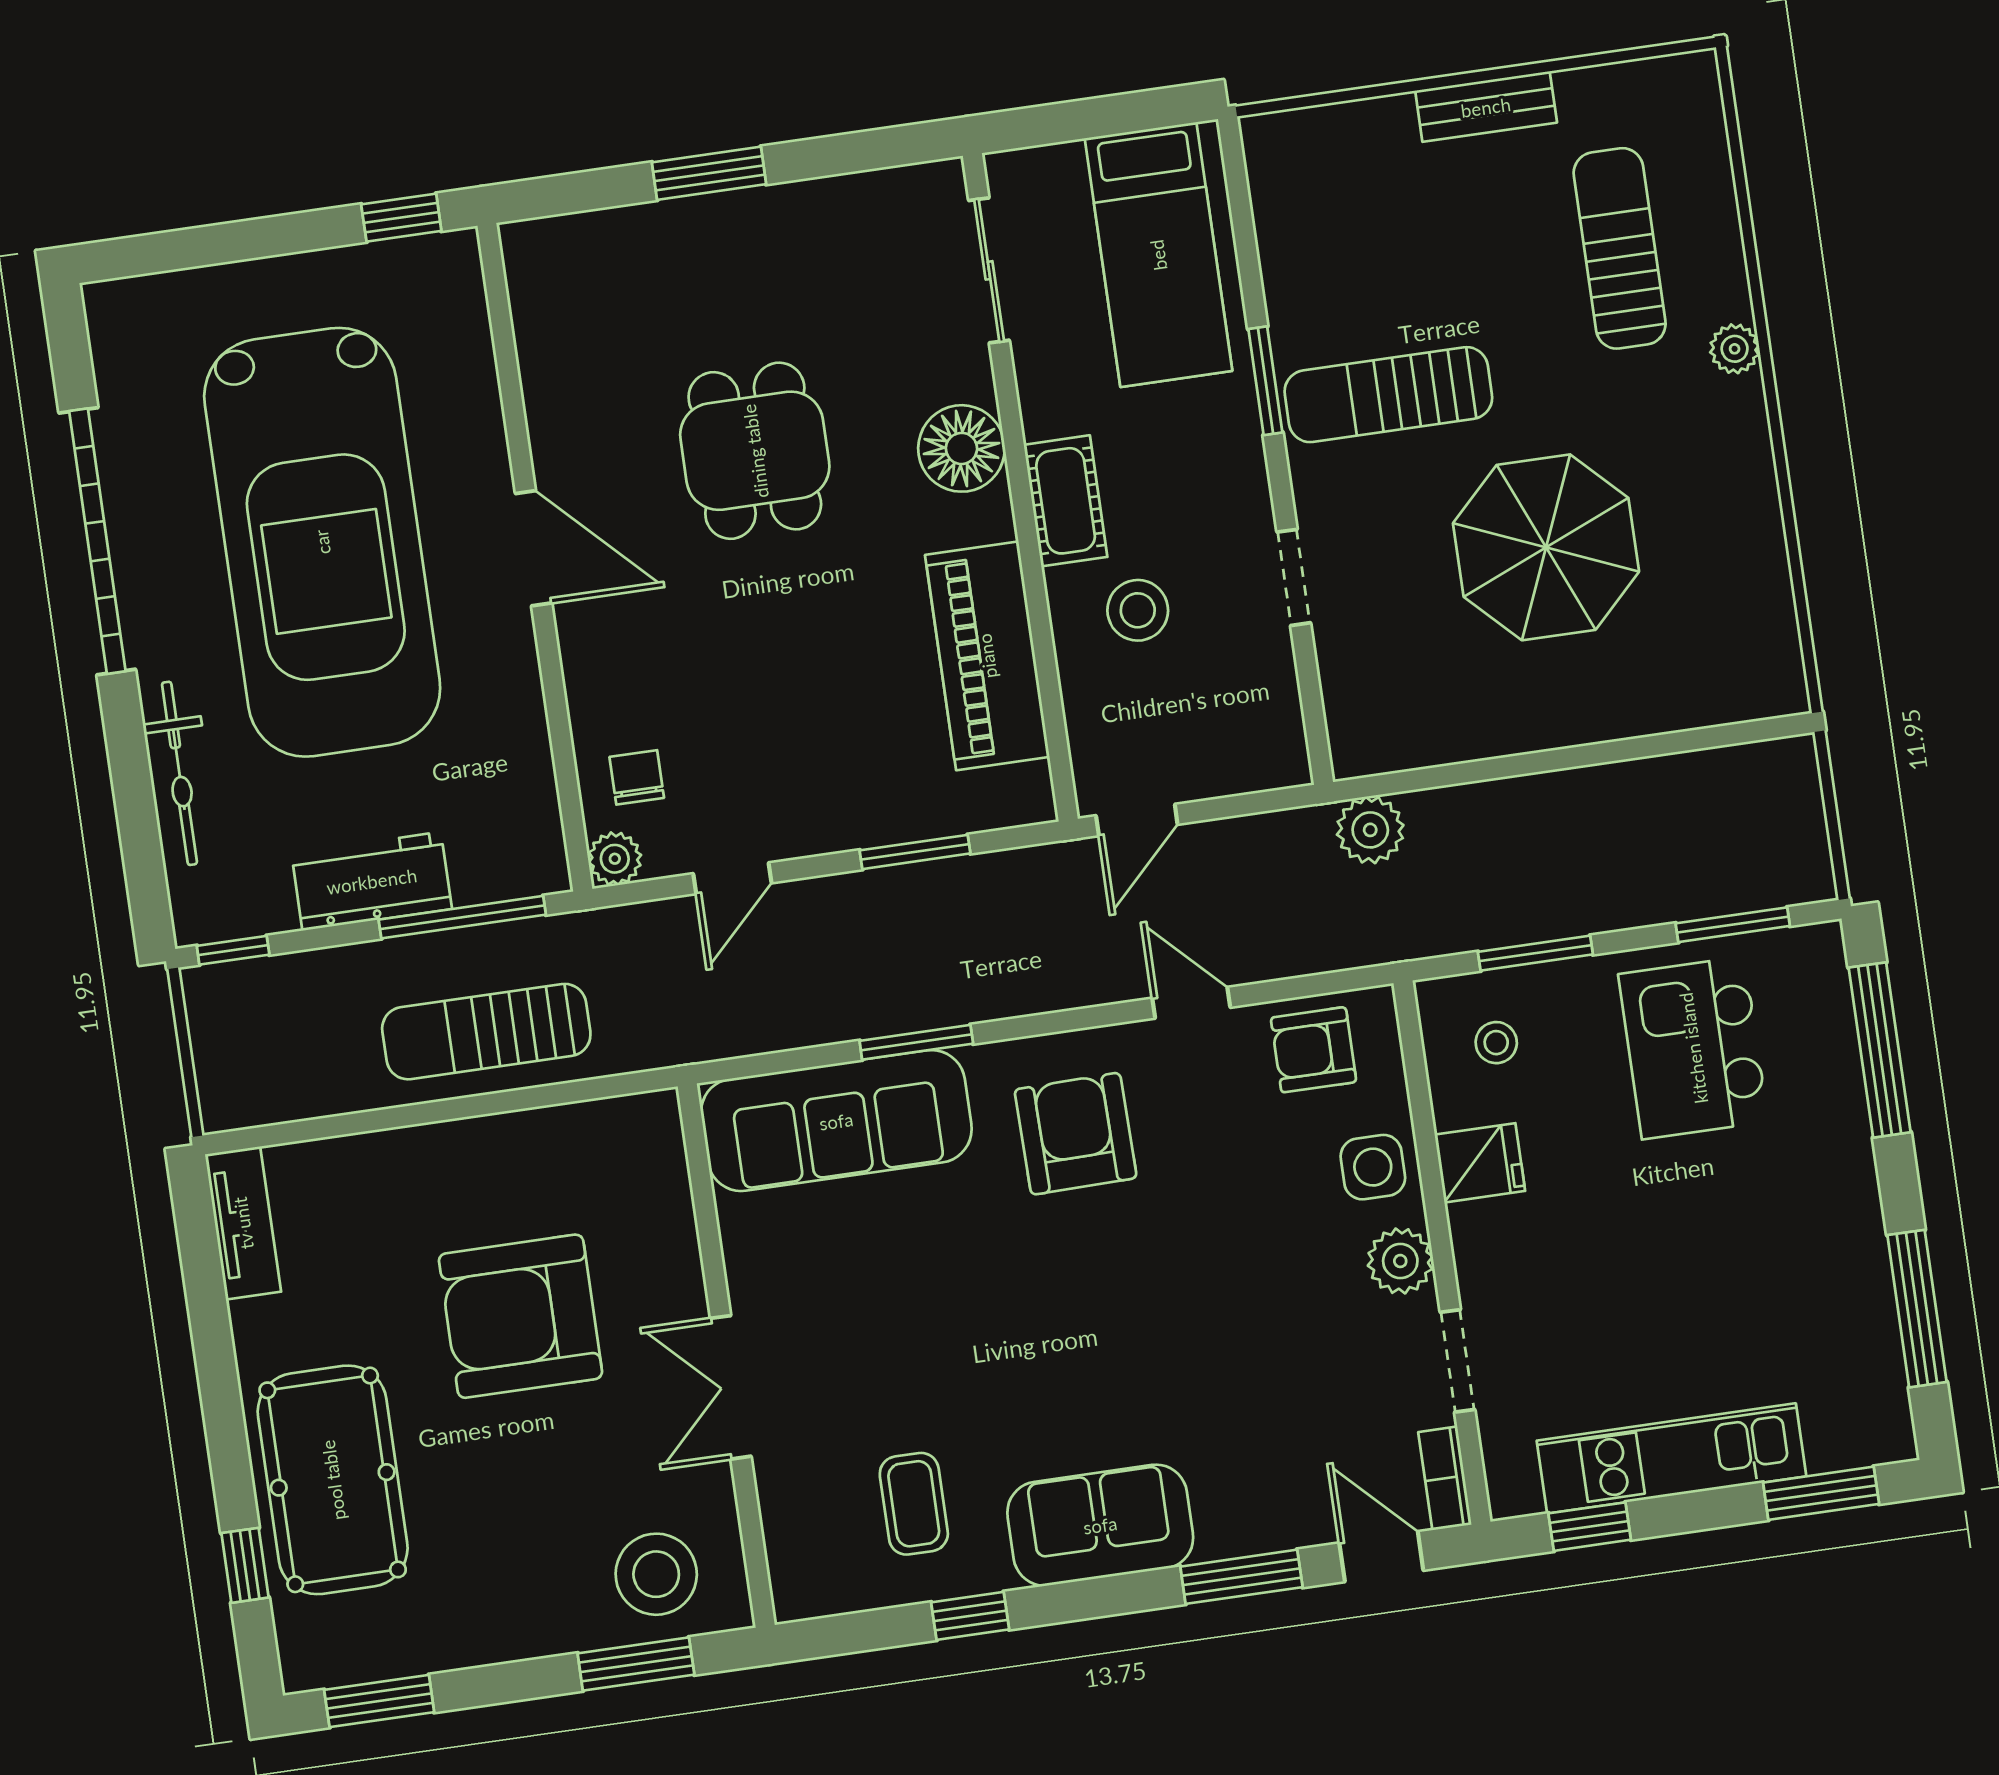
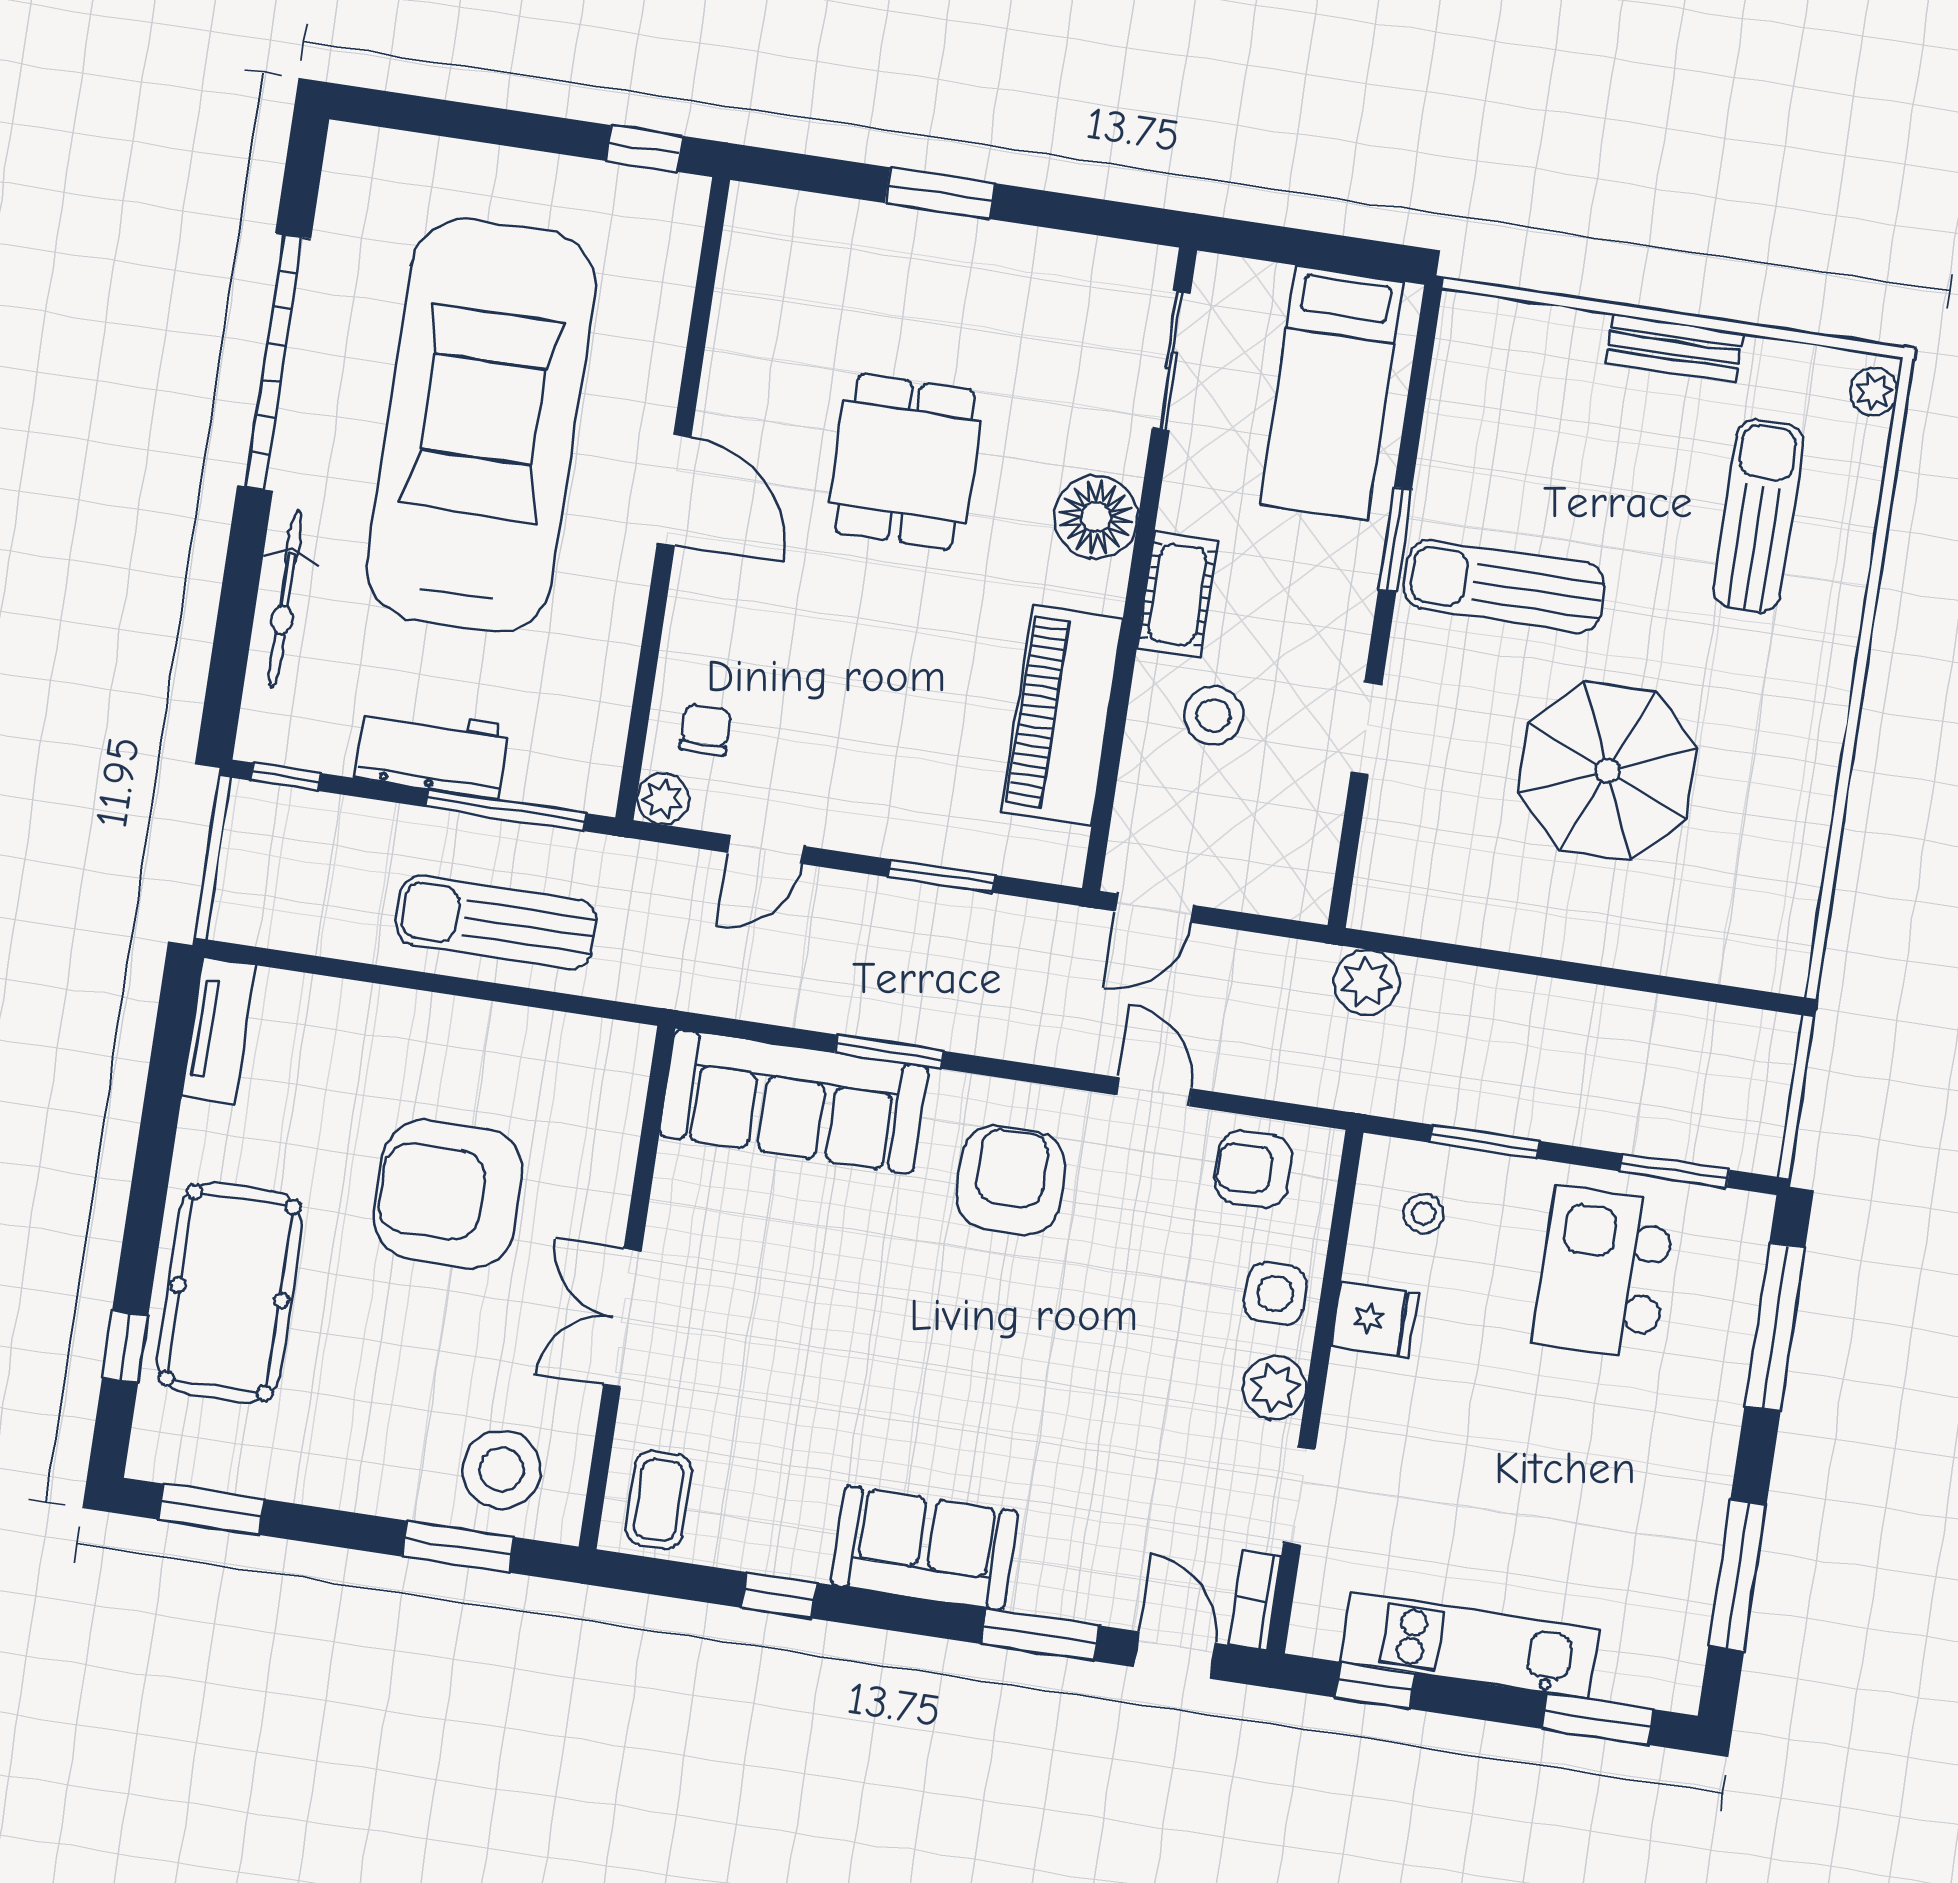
plant: (1735, 349) -> (1874, 392), moved
car: (322, 542) -> (481, 426), turned 180
coffee table: (914, 1504) -> (659, 1500), moved

